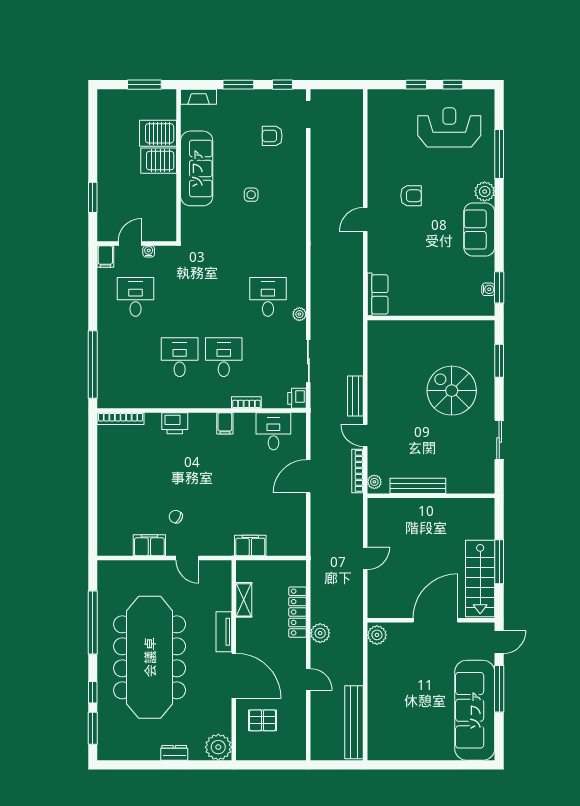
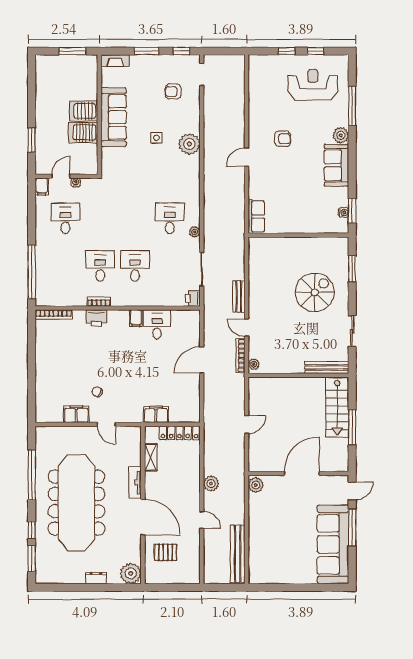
server rack: (158, 133) -> (83, 132), moved
plant: (293, 203) -> (189, 144), added
spiral stairs: (452, 391) -> (315, 292), turned 90
bookcase: (246, 403) -> (99, 302), moved
desk: (273, 431) -> (157, 324), moved
bench: (418, 486) -> (327, 368), moved
stairs: (480, 579) -> (337, 407), moved
locker: (298, 612) -> (179, 433), moved, turned -90

